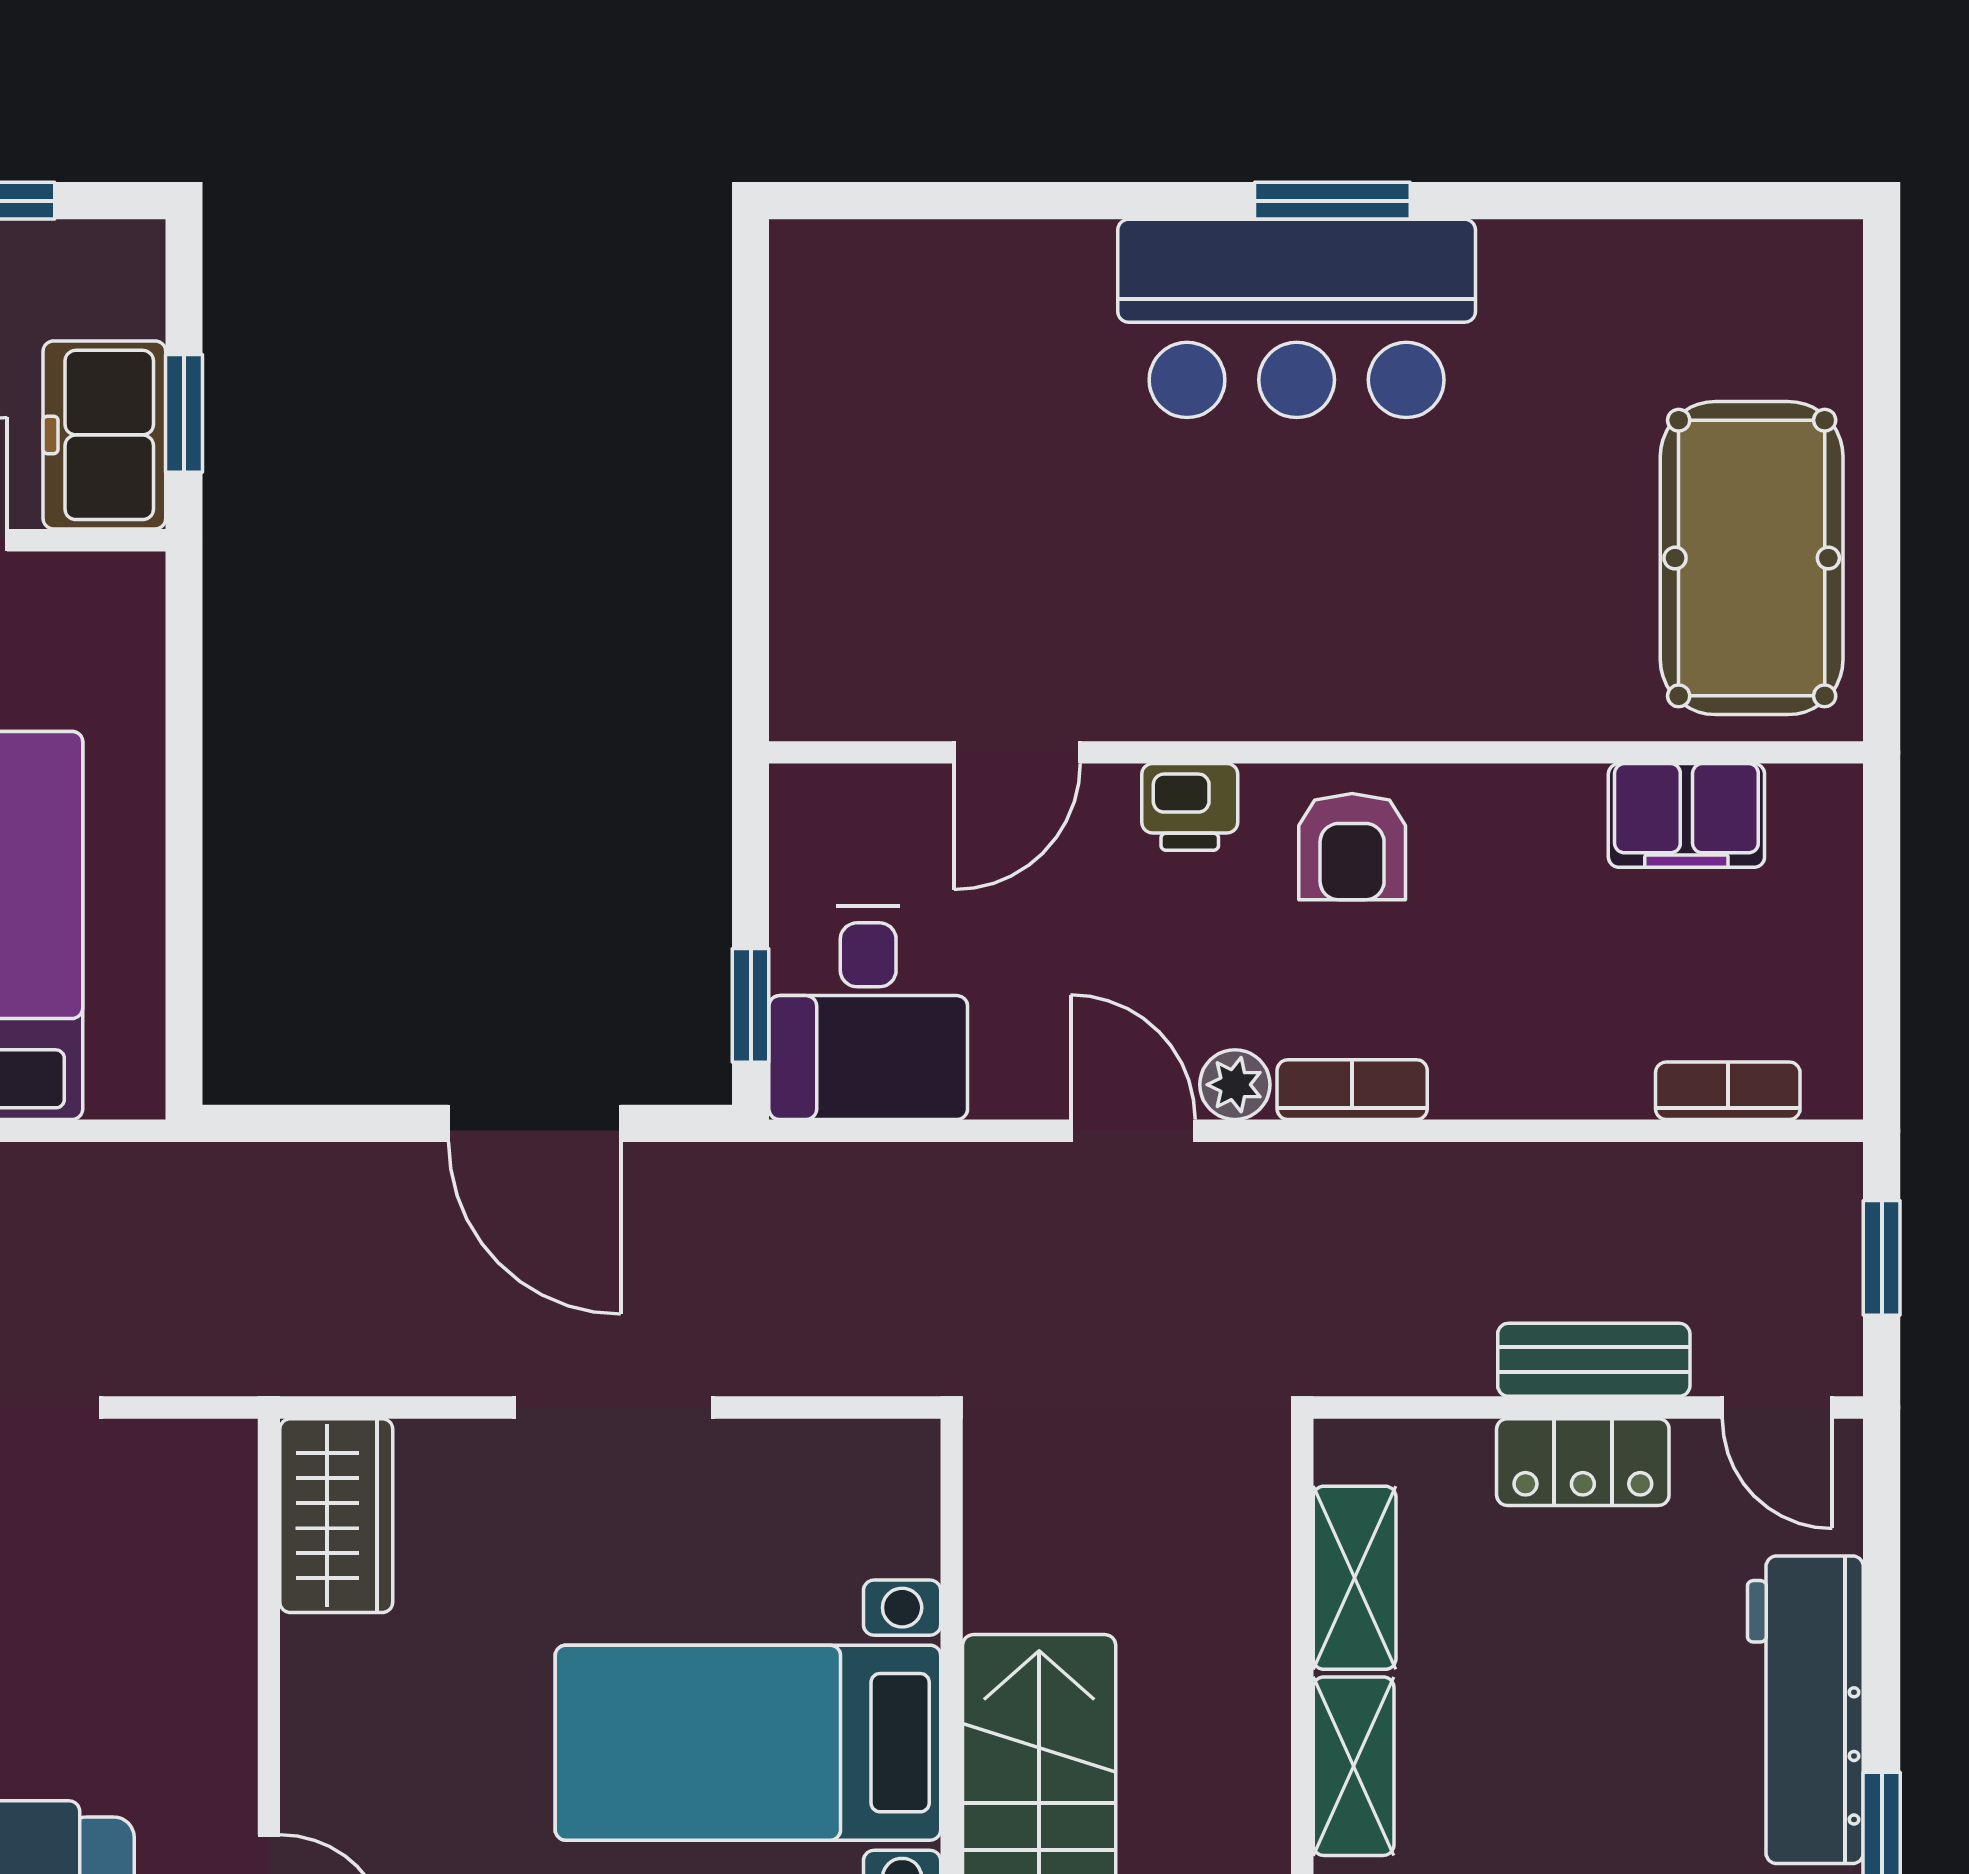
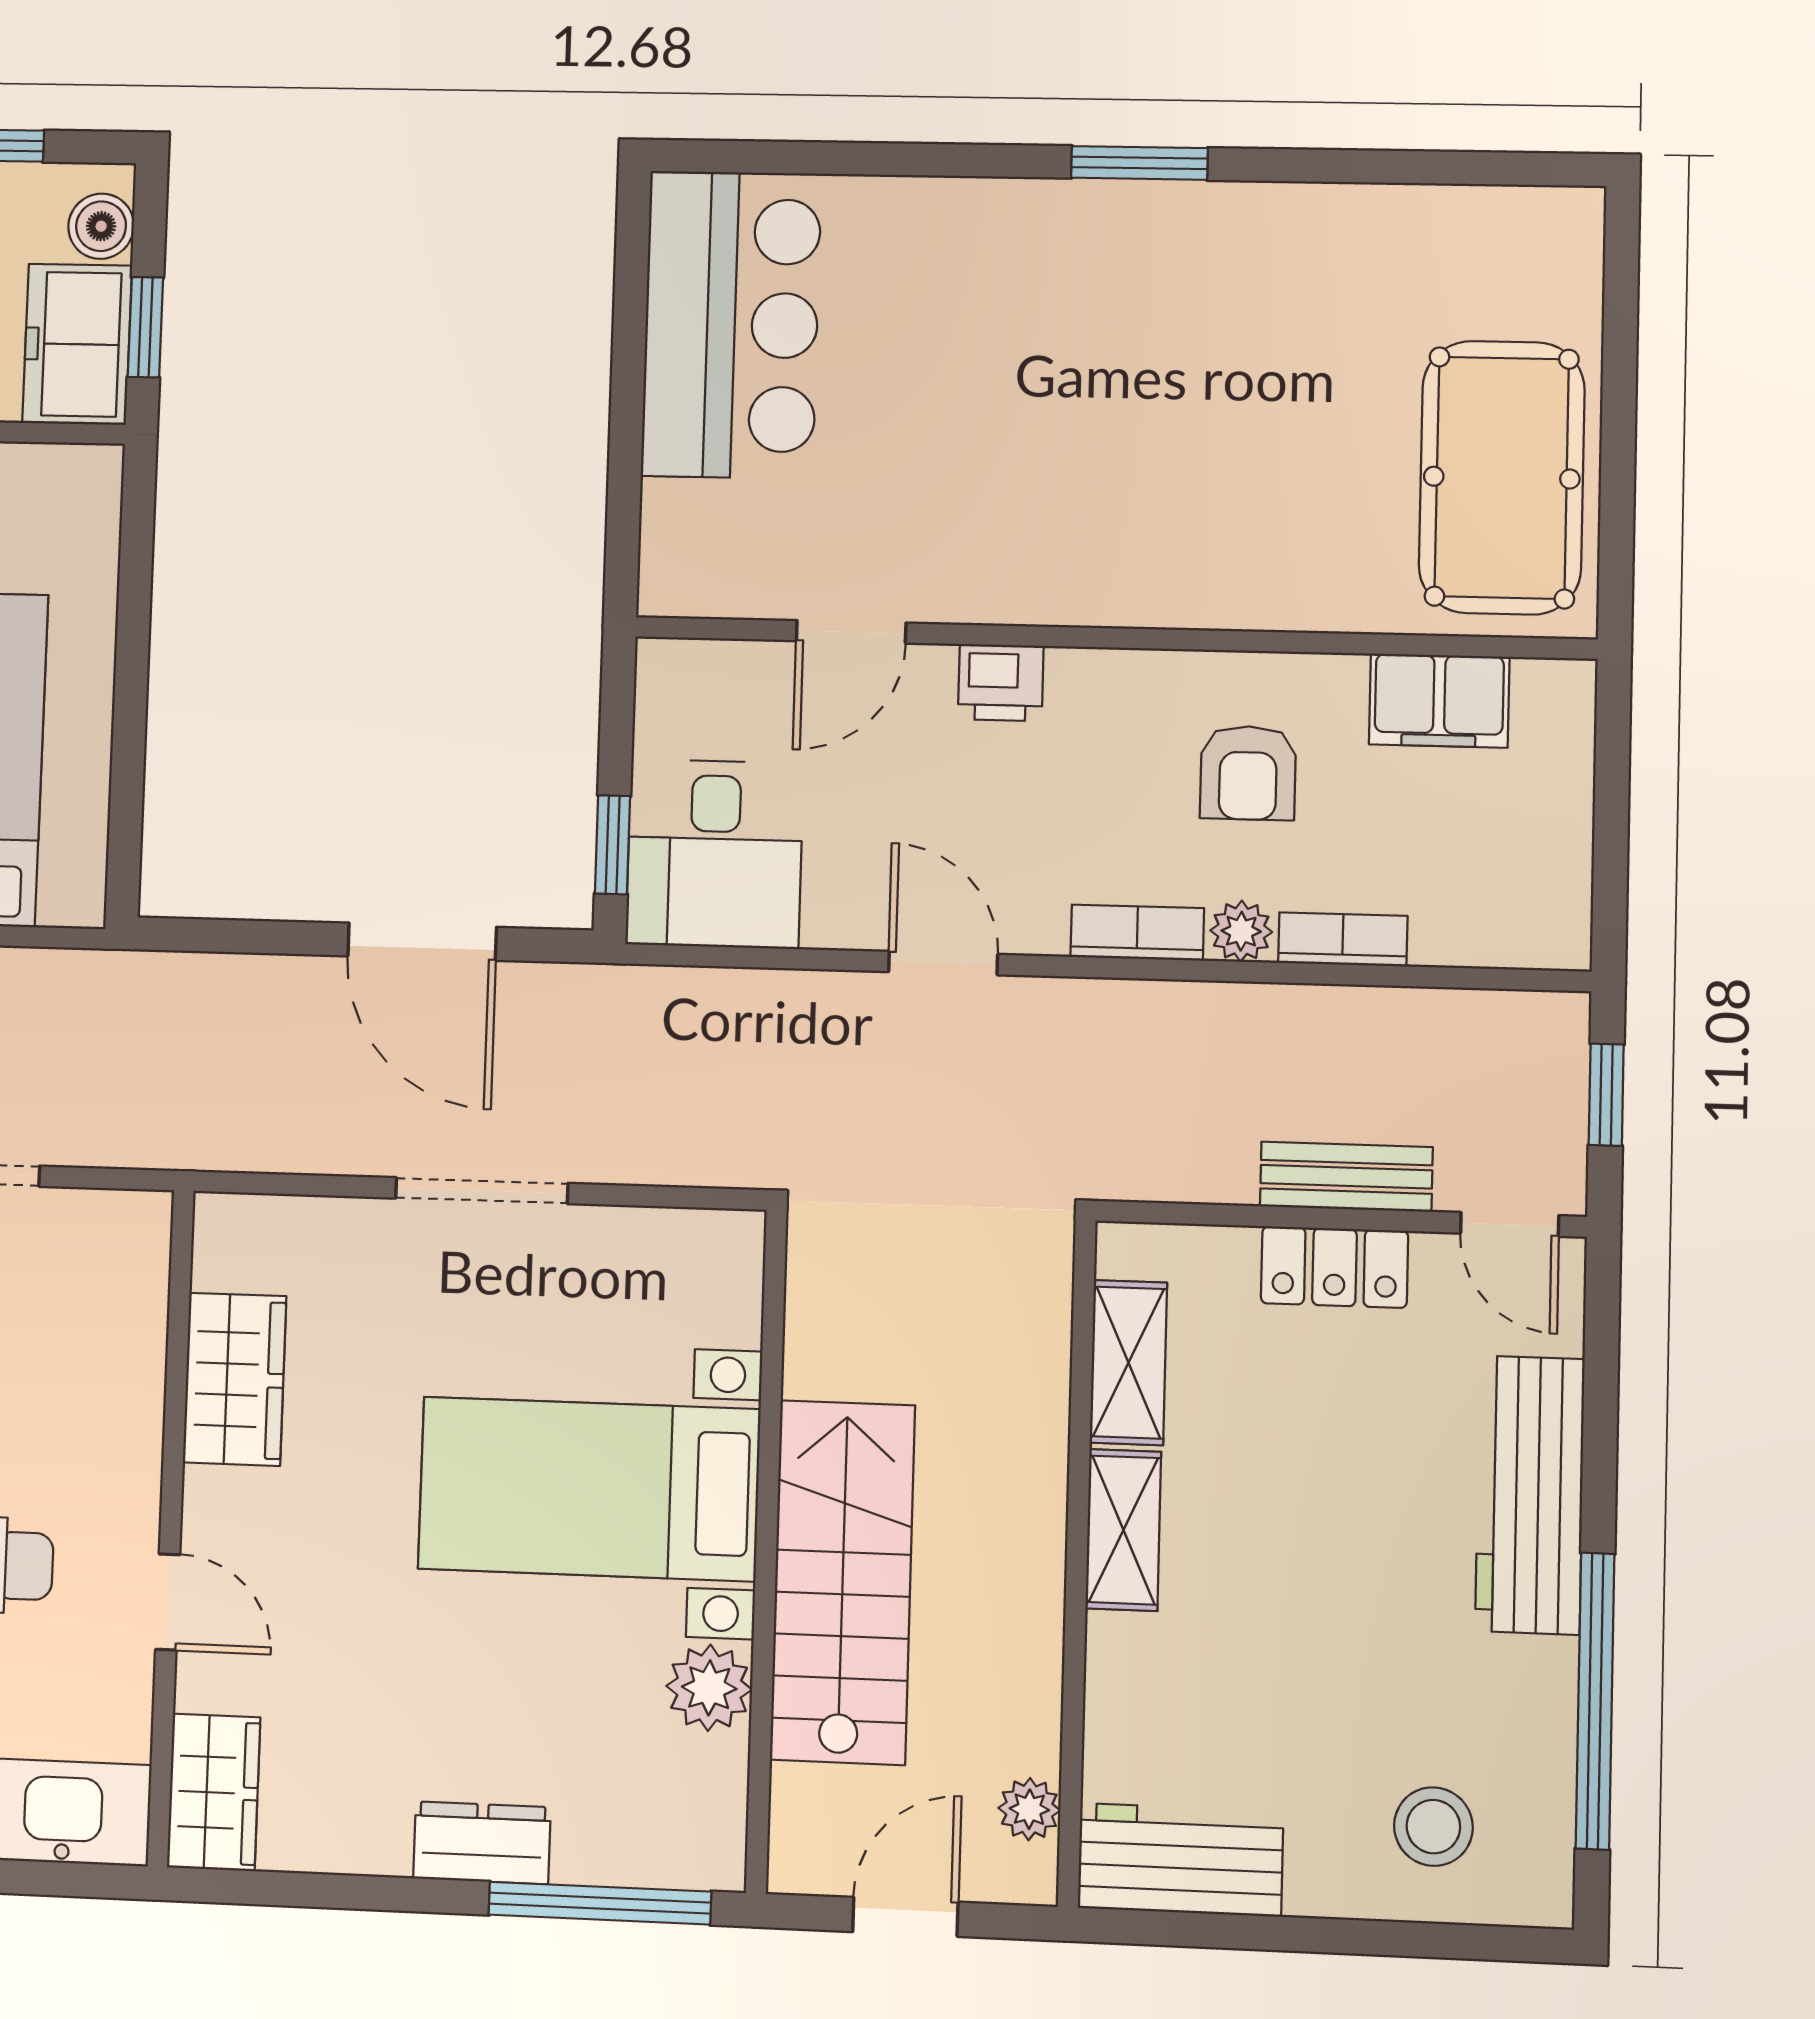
boiler: (127, 295) -> (101, 226), added
bar counter: (1297, 318) -> (731, 325), moved, turned -90
armchair: (1352, 847) -> (1248, 773), moved
plant: (1235, 1085) -> (1241, 931), moved
bookcase: (1728, 1091) -> (1343, 939), moved
wardrobe: (336, 1516) -> (235, 1379), moved

